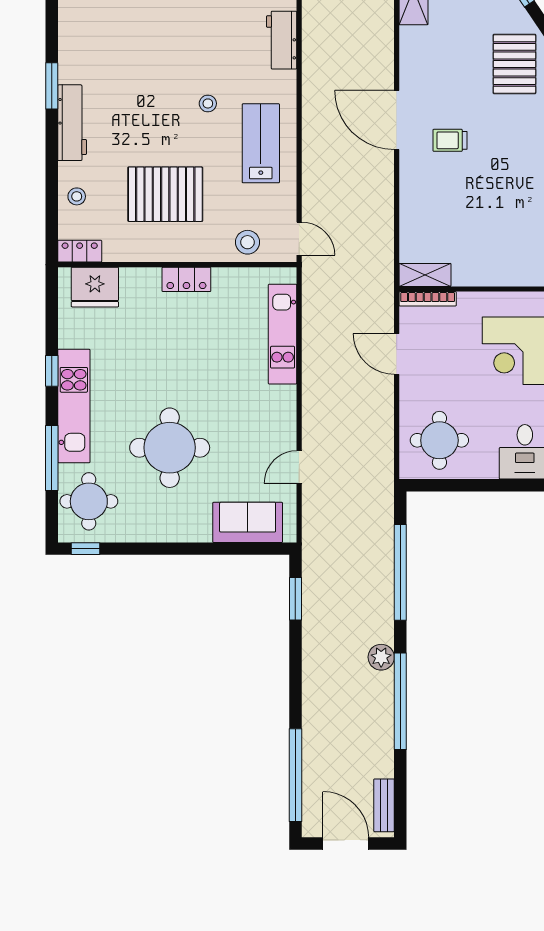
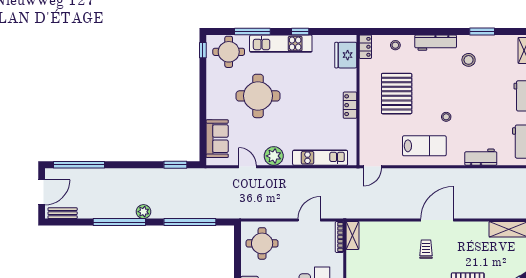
window: (52, 86) -> (482, 32), moved
stool: (247, 242) -> (469, 60), moved
plant: (279, 419) -> (274, 156), added

